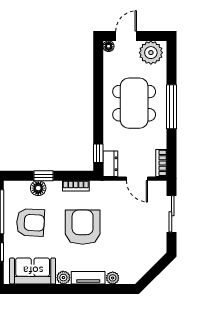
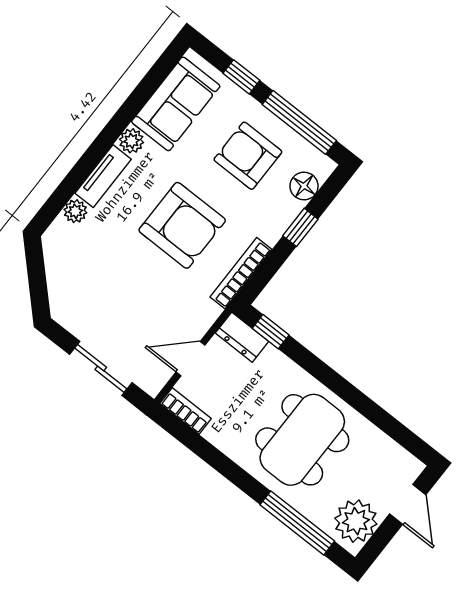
floor lamp: (109, 46) -> (413, 467), removed
dining table: (134, 103) -> (302, 440), turned 90
window: (172, 107) -> (297, 523), moved
bookcase: (76, 186) -> (241, 273), width x1.56
floor lamp: (38, 188) -> (304, 186), moved
armchair: (30, 223) -> (248, 156), turned 87

